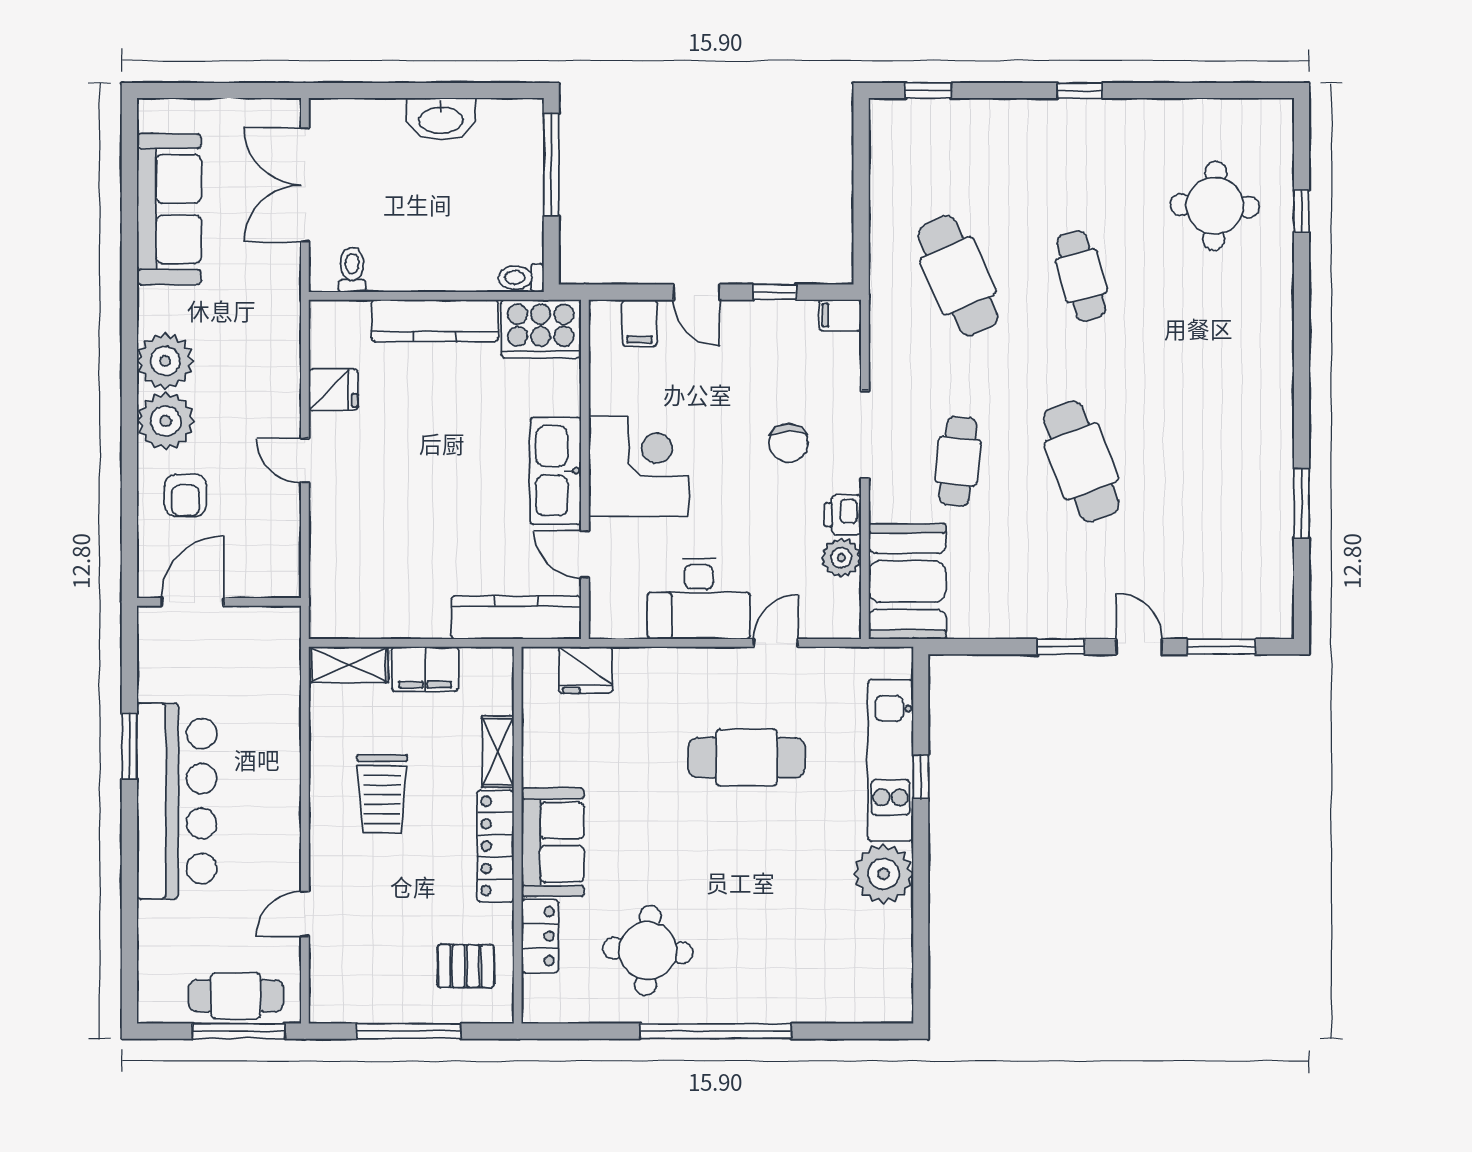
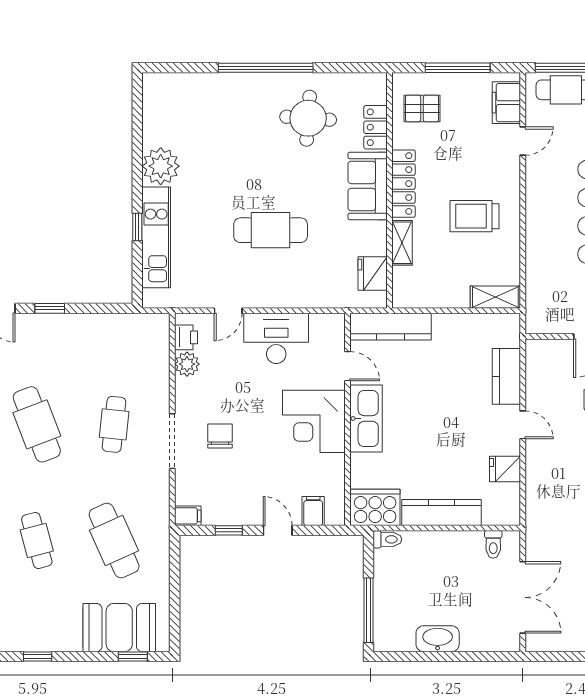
printer: (843, 515) -> (186, 337), moved
kitchen counter: (331, 538) -> (506, 376), added
booth: (907, 581) -> (119, 628), moved, turned 90
filing cabinet: (425, 669) -> (506, 103), moved, turned -90
fridge: (585, 670) -> (373, 273), moved, turned -90
cafe table: (747, 758) -> (271, 230), moved
trolley: (382, 794) -> (474, 216), turned -90

